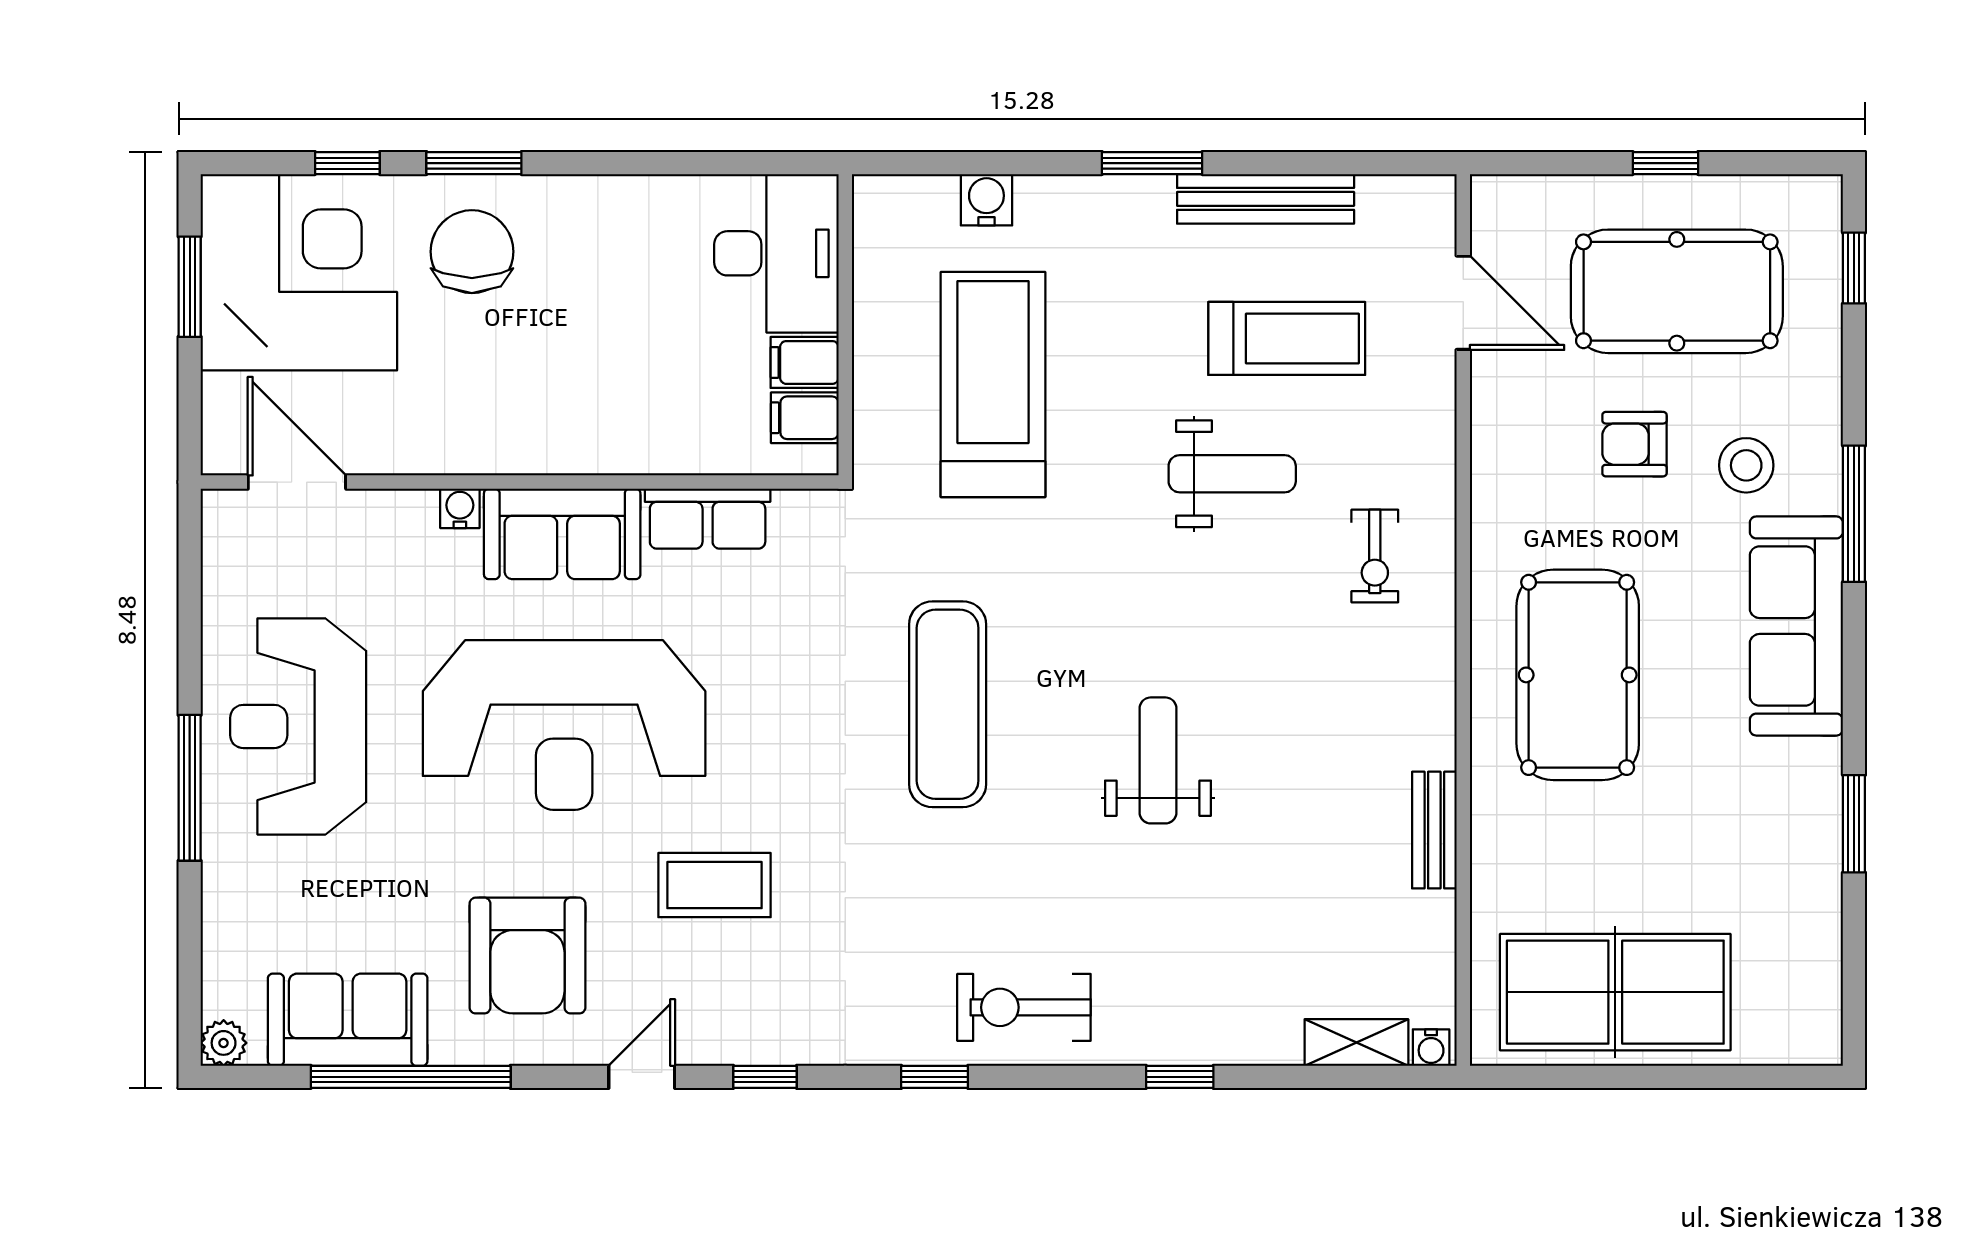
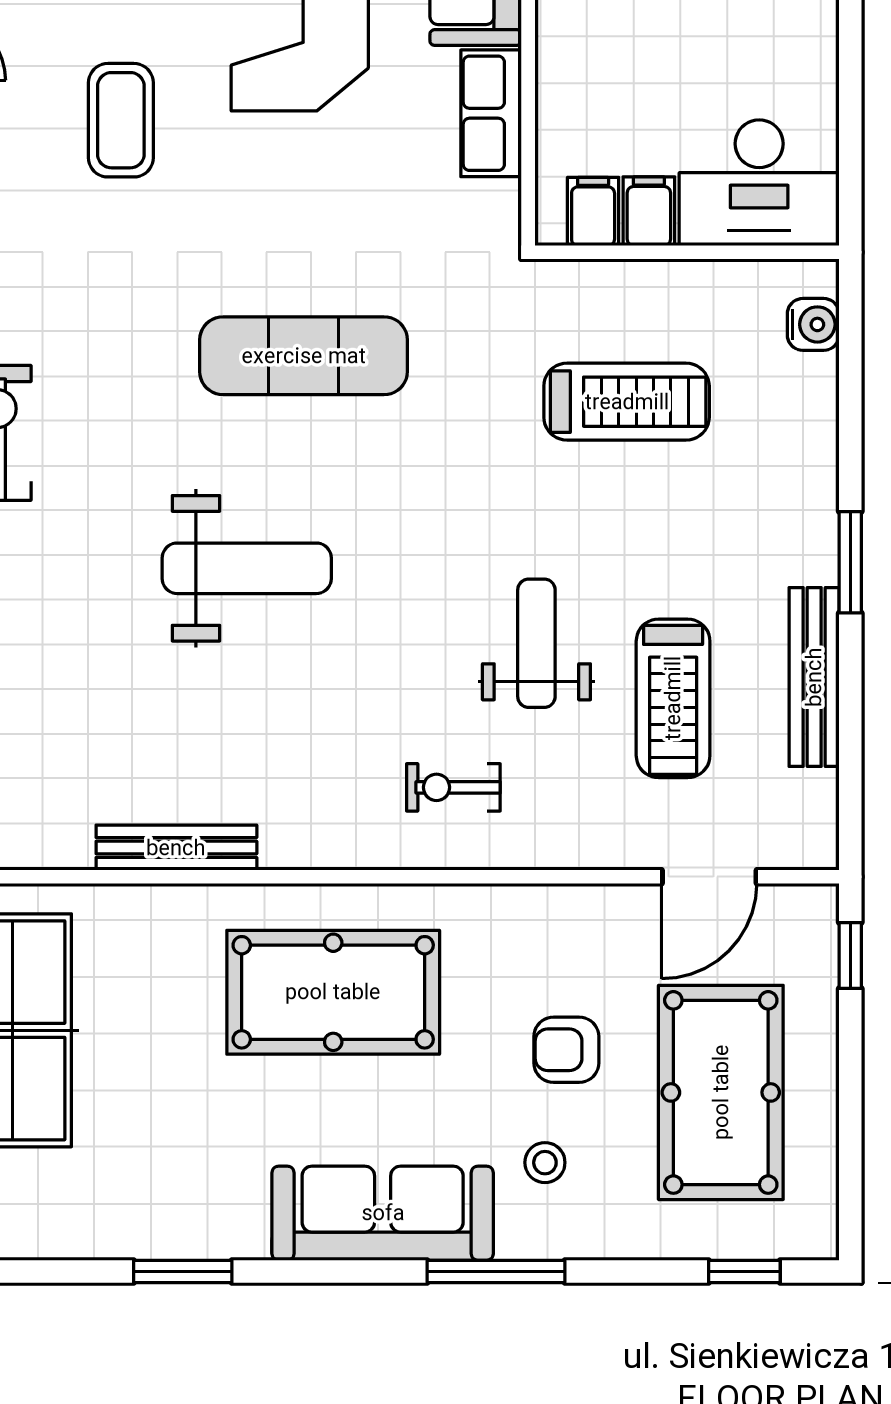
window: (1665, 163) -> (850, 956), moved
water cooler: (986, 200) -> (813, 324), moved
treadmill: (993, 385) -> (627, 402), width x0.73, depth x0.73
armchair: (1635, 444) -> (566, 1050), turned -90
stool: (1746, 465) -> (545, 1163), width x0.73, depth x0.73
weight bench: (1232, 474) -> (536, 643), turned 180
weight bench: (1158, 760) -> (247, 568), width x1.36, depth x1.33
bench: (1434, 830) -> (176, 848), width x1.36

